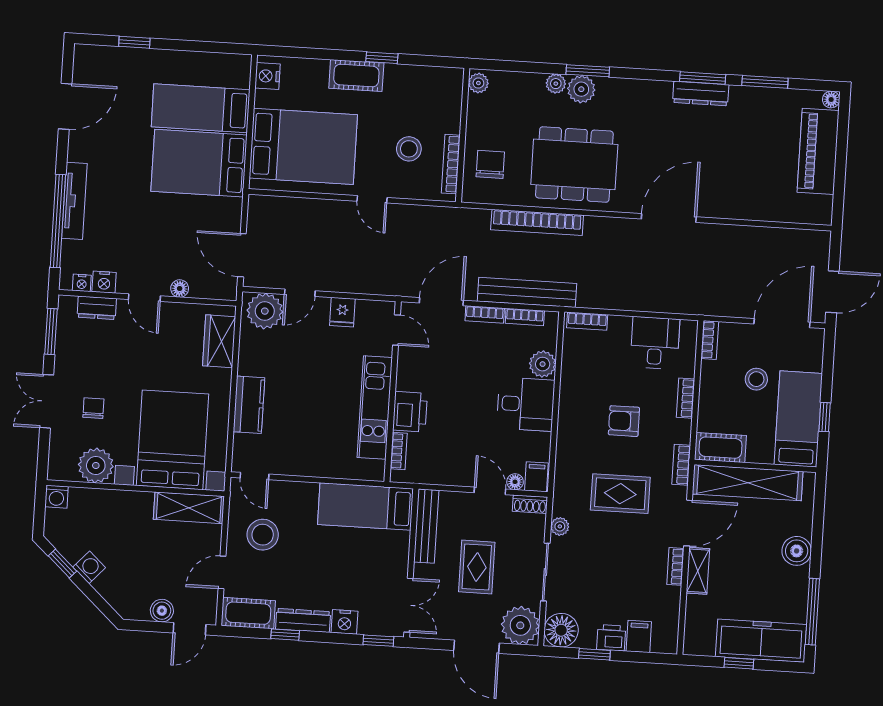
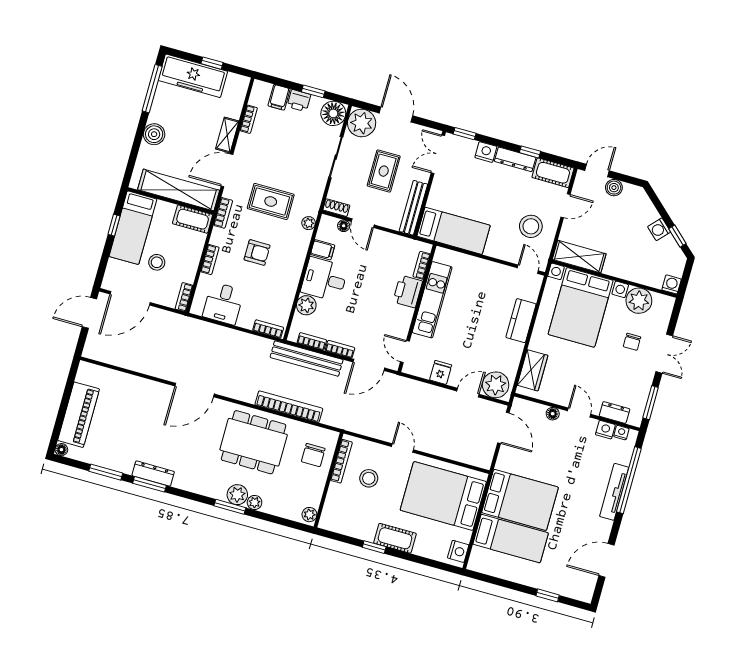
filing cabinet: (536, 477) -> (323, 250), moved, turned -90
plant: (560, 526) -> (309, 223), moved
bookcase: (675, 566) -> (249, 119), moved

